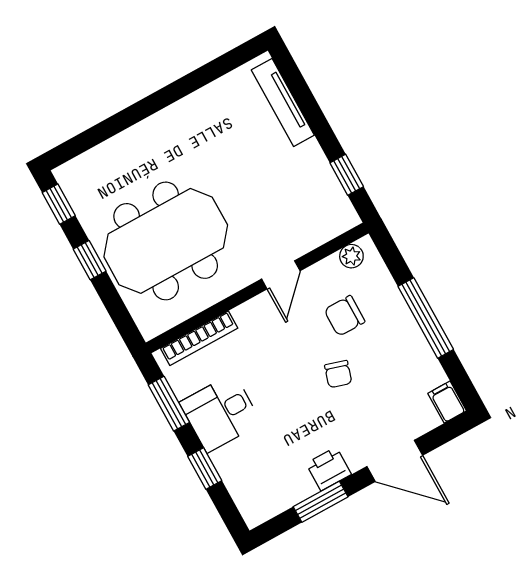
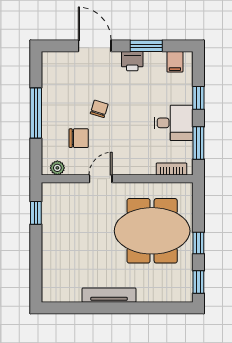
tv unit: (283, 103) -> (109, 295), moved, turned -90
bookcase: (199, 338) -> (171, 169), width x0.64
filing cabinet: (447, 402) -> (175, 62), moved

